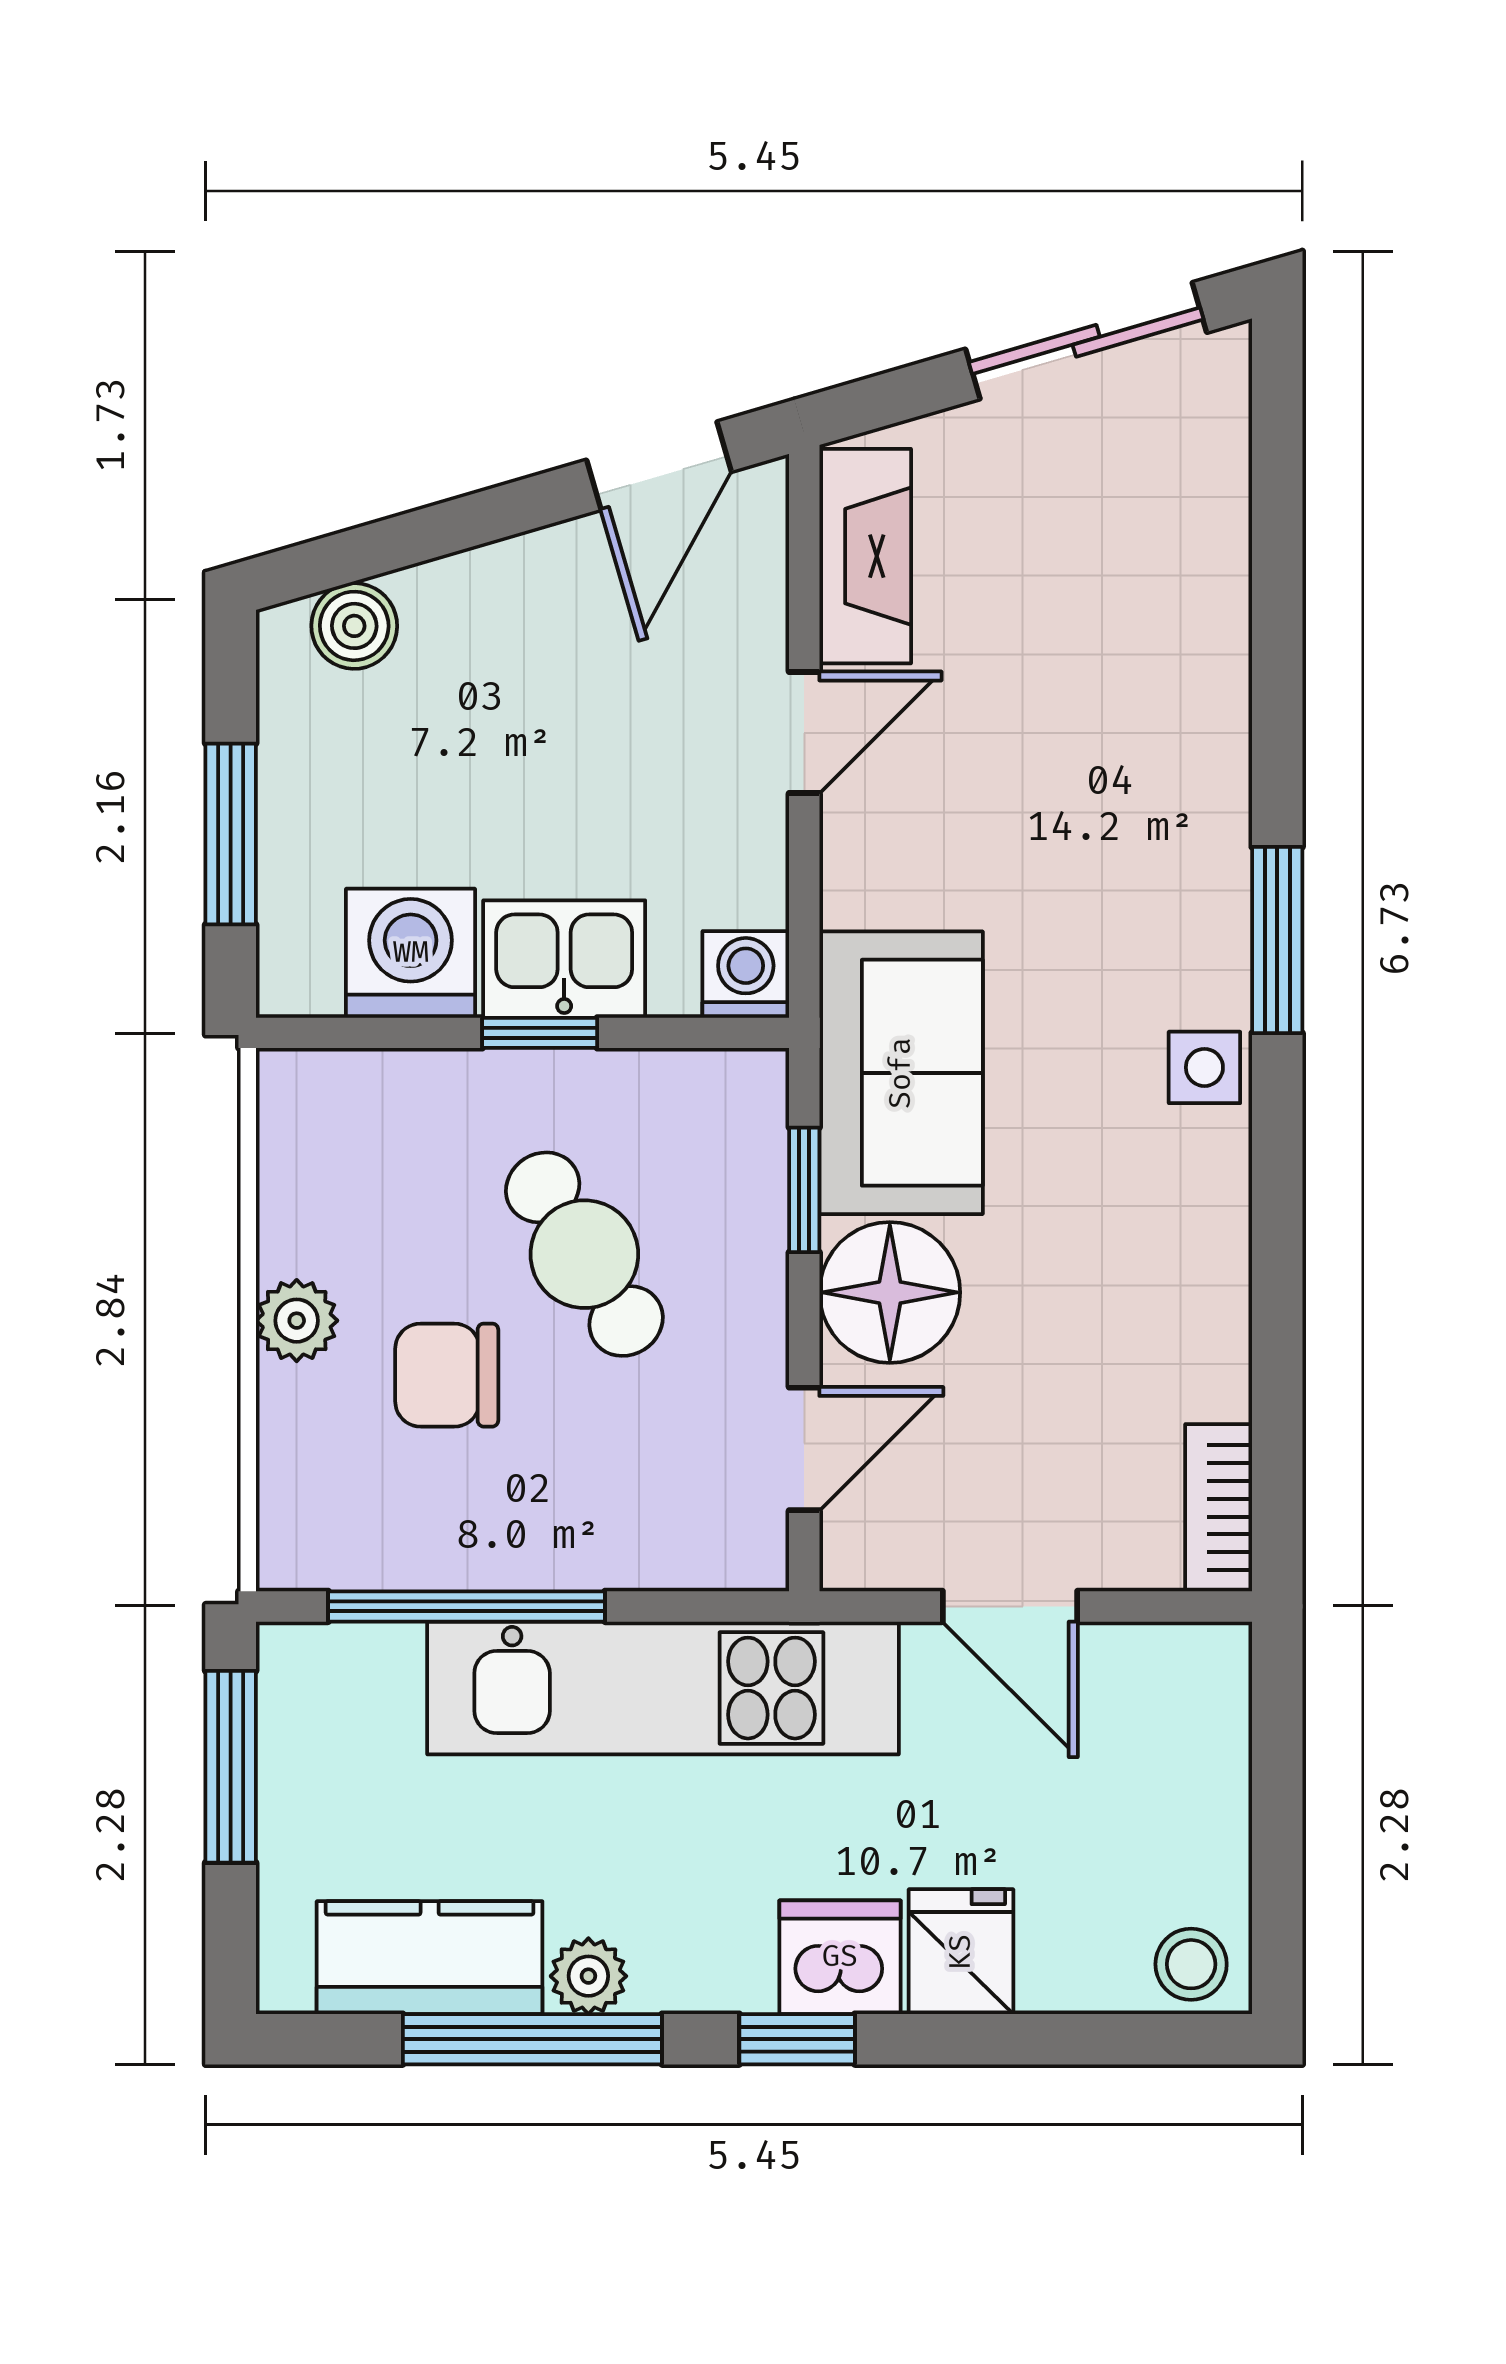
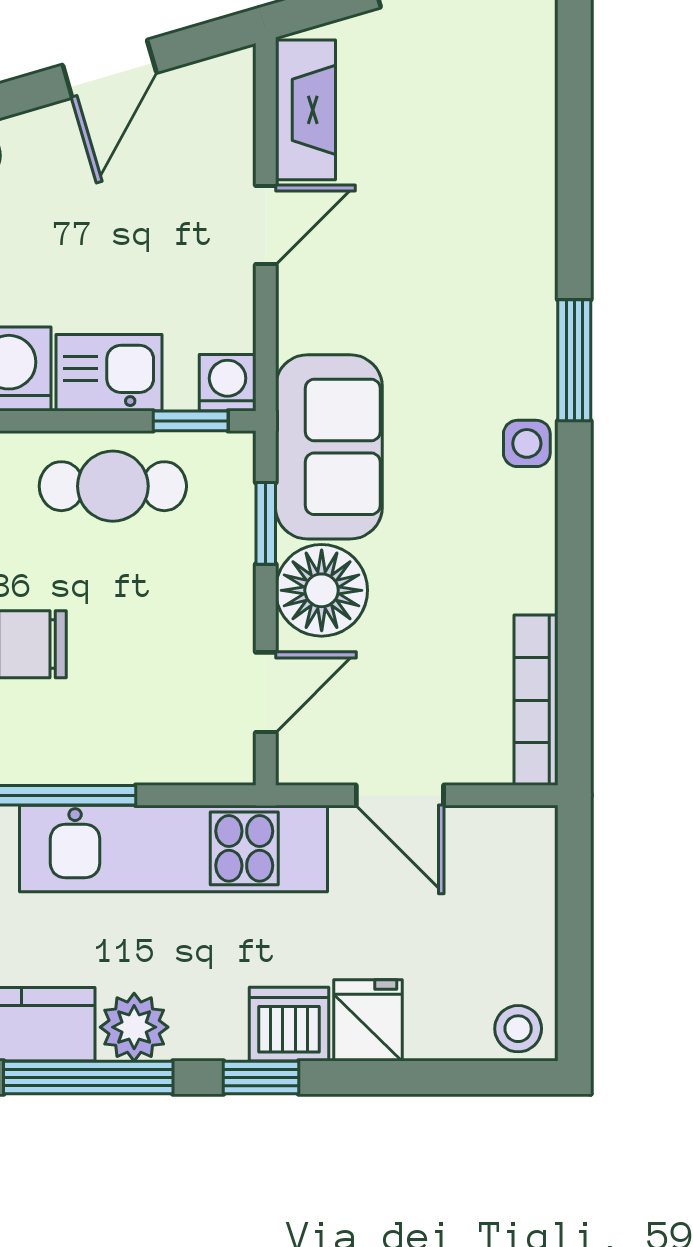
door: (659, 466) -> (110, 69), moved
window: (540, 1033) -> (191, 421), moved
cafe table: (584, 1254) -> (113, 486), moved, turned -58
bookcase: (1219, 1508) -> (536, 700), width x1.56
plant: (588, 1976) -> (134, 1027), width x1.38, depth x1.38

